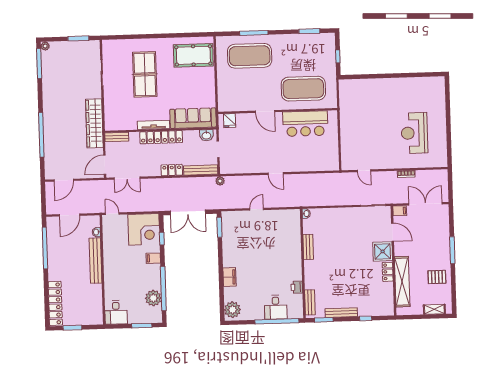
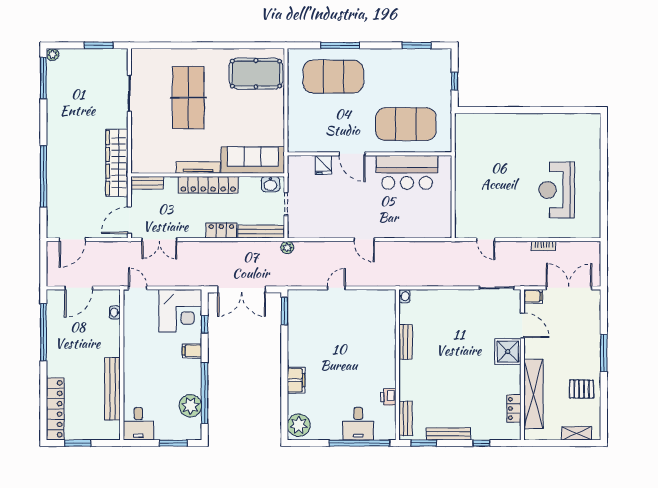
fridge: (230, 121) -> (323, 165), moved
bench: (95, 261) -> (112, 389), moved
locker: (388, 272) -> (514, 408), moved

